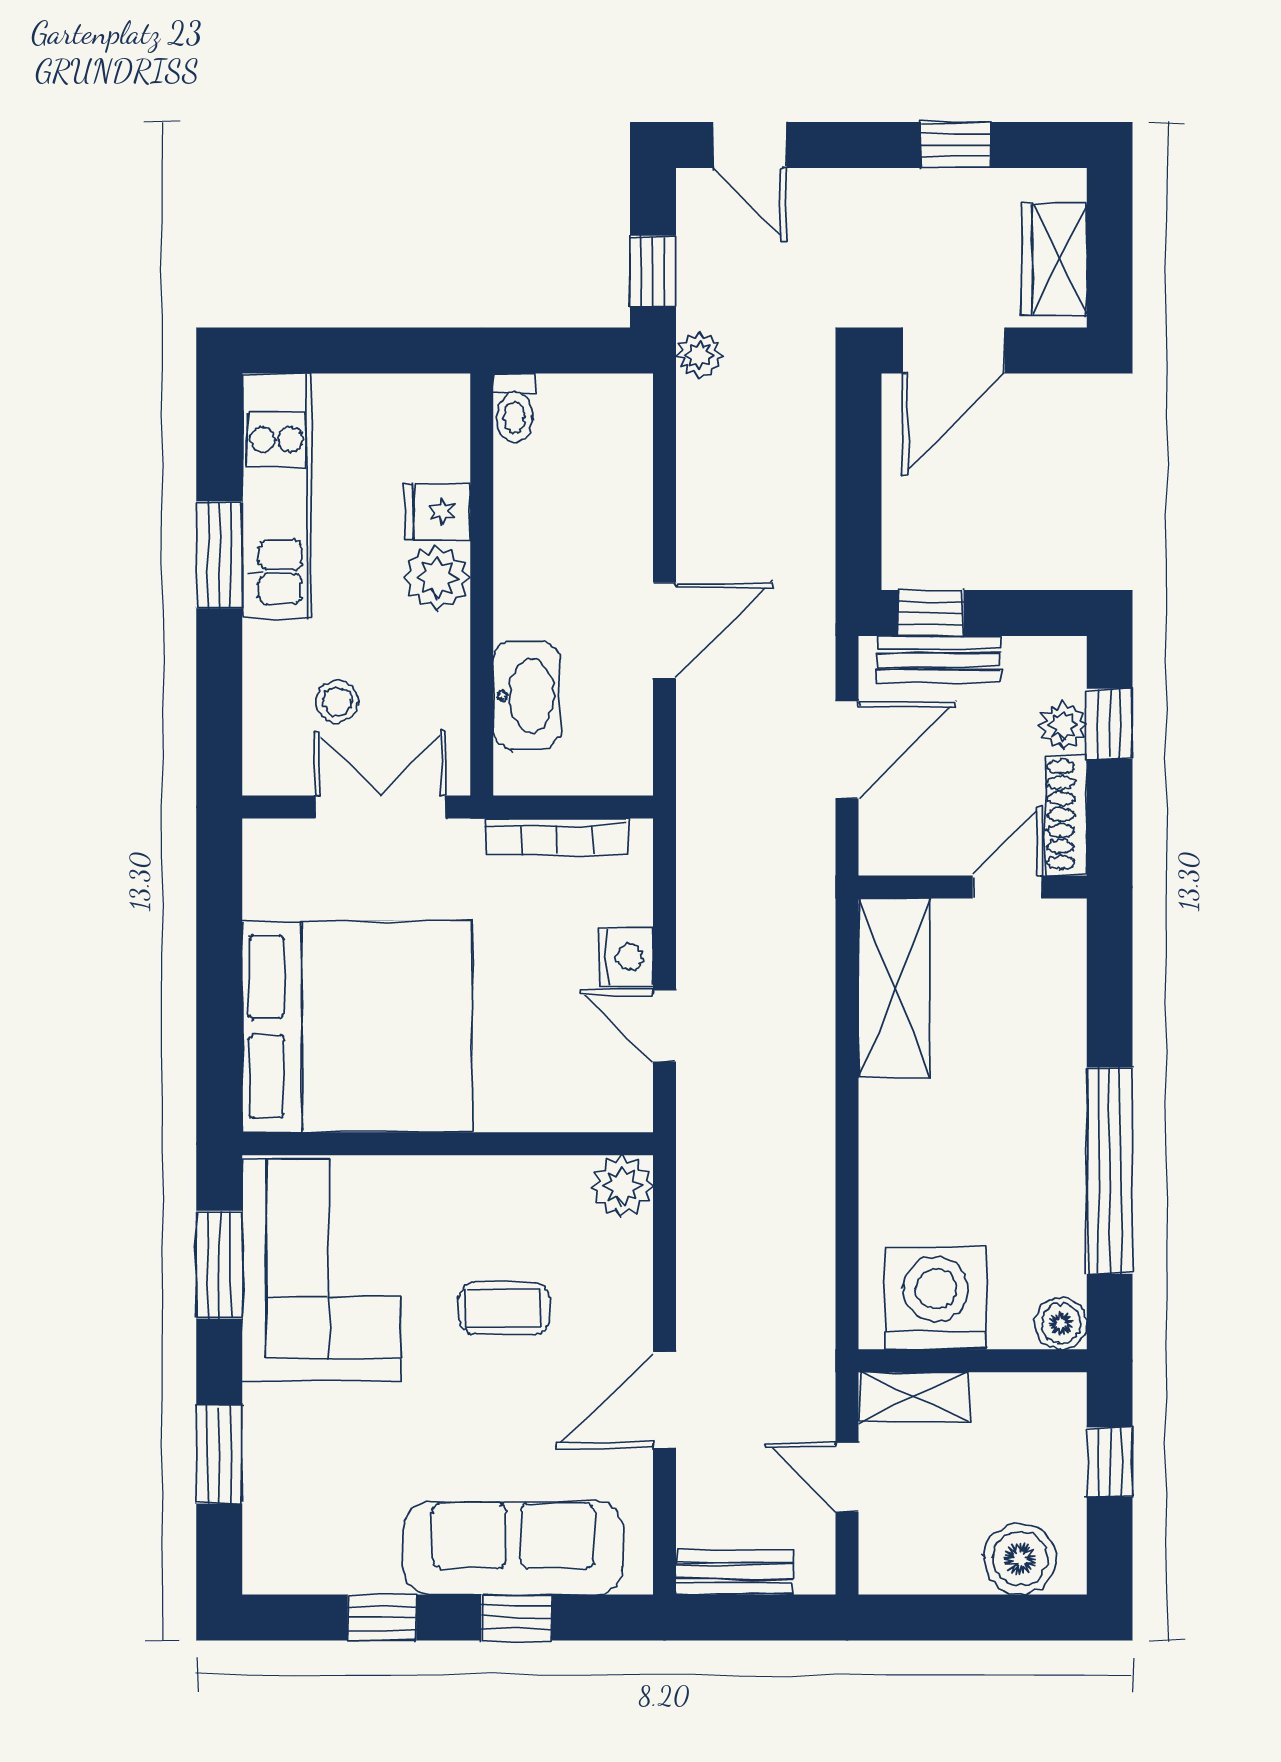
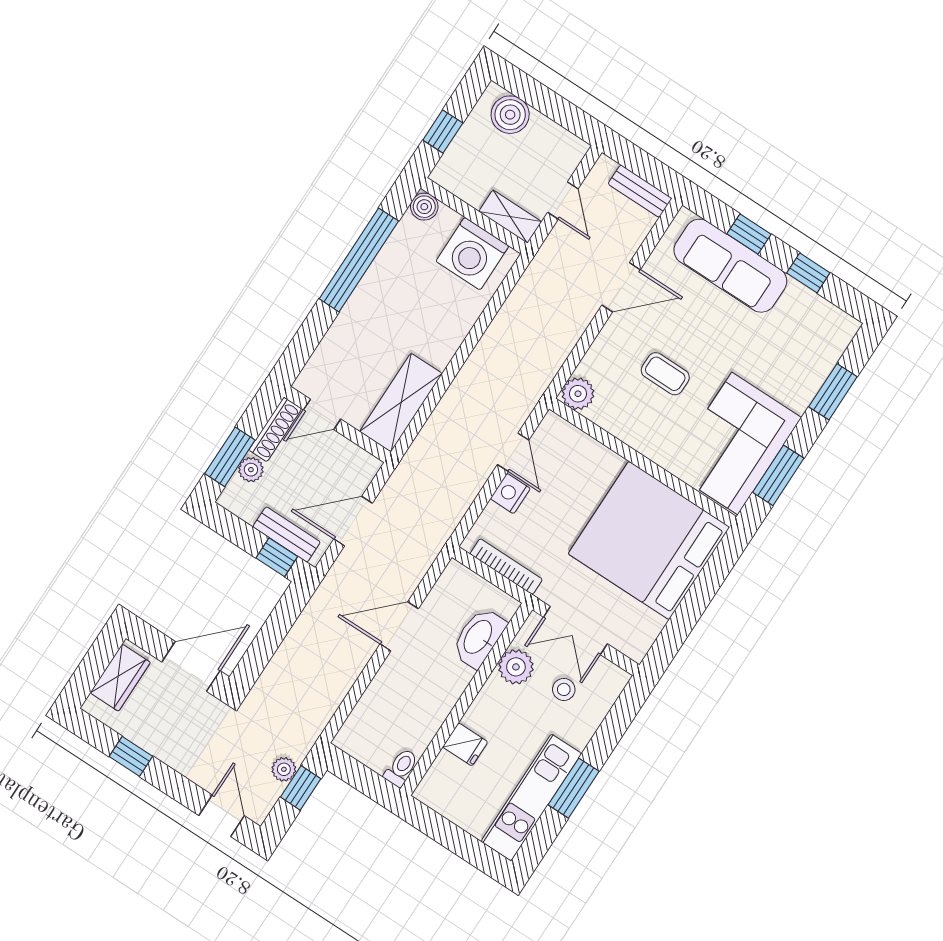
plant: (699, 355) -> (284, 769), moved
plant: (437, 578) -> (516, 667), moved
window: (1110, 724) -> (230, 457), width x1.50

